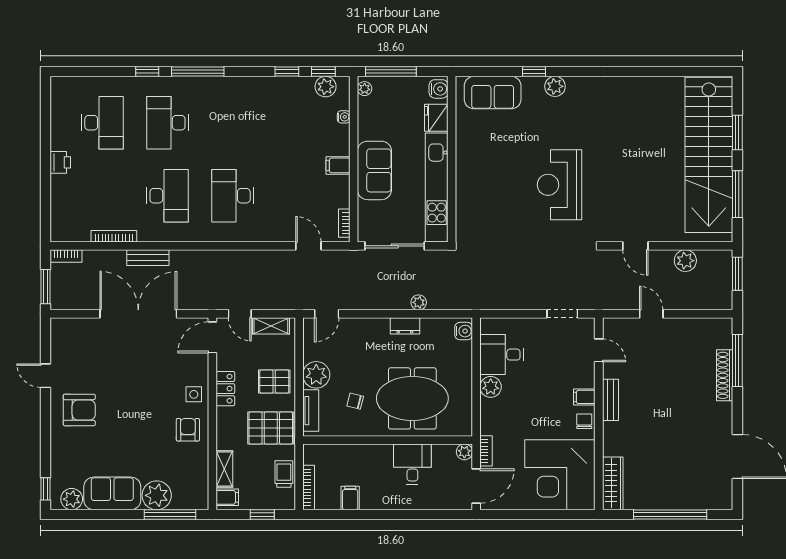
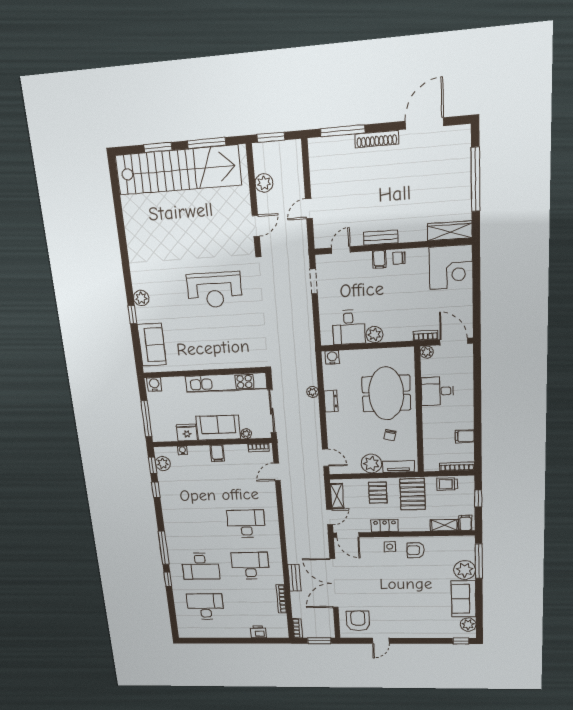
plant: (365, 89) -> (246, 434), moved
fridge: (436, 118) -> (187, 433), moved, turned 180
printer: (60, 162) -> (258, 632), moved
desk: (233, 196) -> (246, 524), turned 180
shoe rack: (725, 375) -> (377, 139), moved
armchair: (79, 410) -> (358, 621), moved
corner desk: (560, 475) -> (451, 267), width x0.74, depth x0.74

